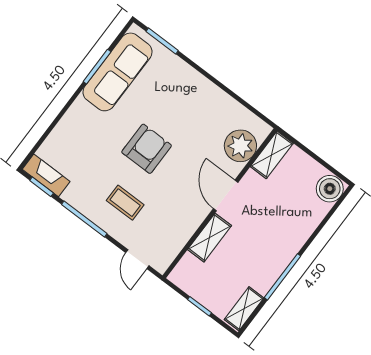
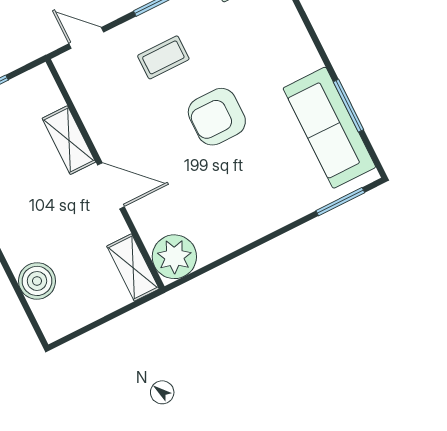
plant: (240, 146) -> (174, 257), moved
armchair: (147, 149) -> (217, 117), turned 90
boiler: (330, 189) -> (37, 281), moved

